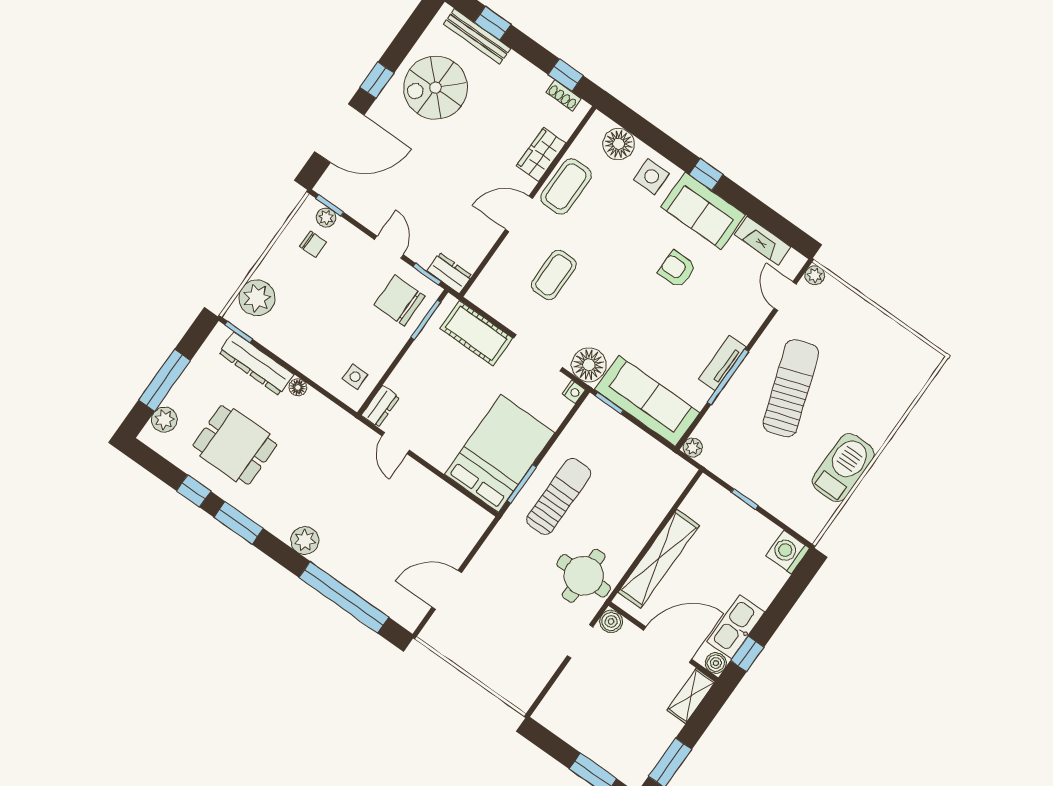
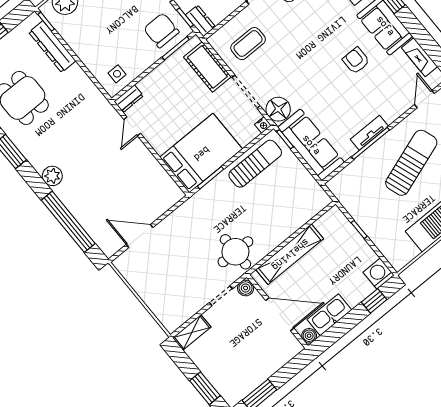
coffee table: (554, 275) -> (248, 44), moved
floor lamp: (298, 387) -> (76, 70), removed
plant: (693, 448) -> (333, 185), removed
sun lounger: (559, 496) -> (255, 164), moved
window: (747, 654) -> (374, 301), moved
shelving: (691, 696) -> (192, 332), moved

